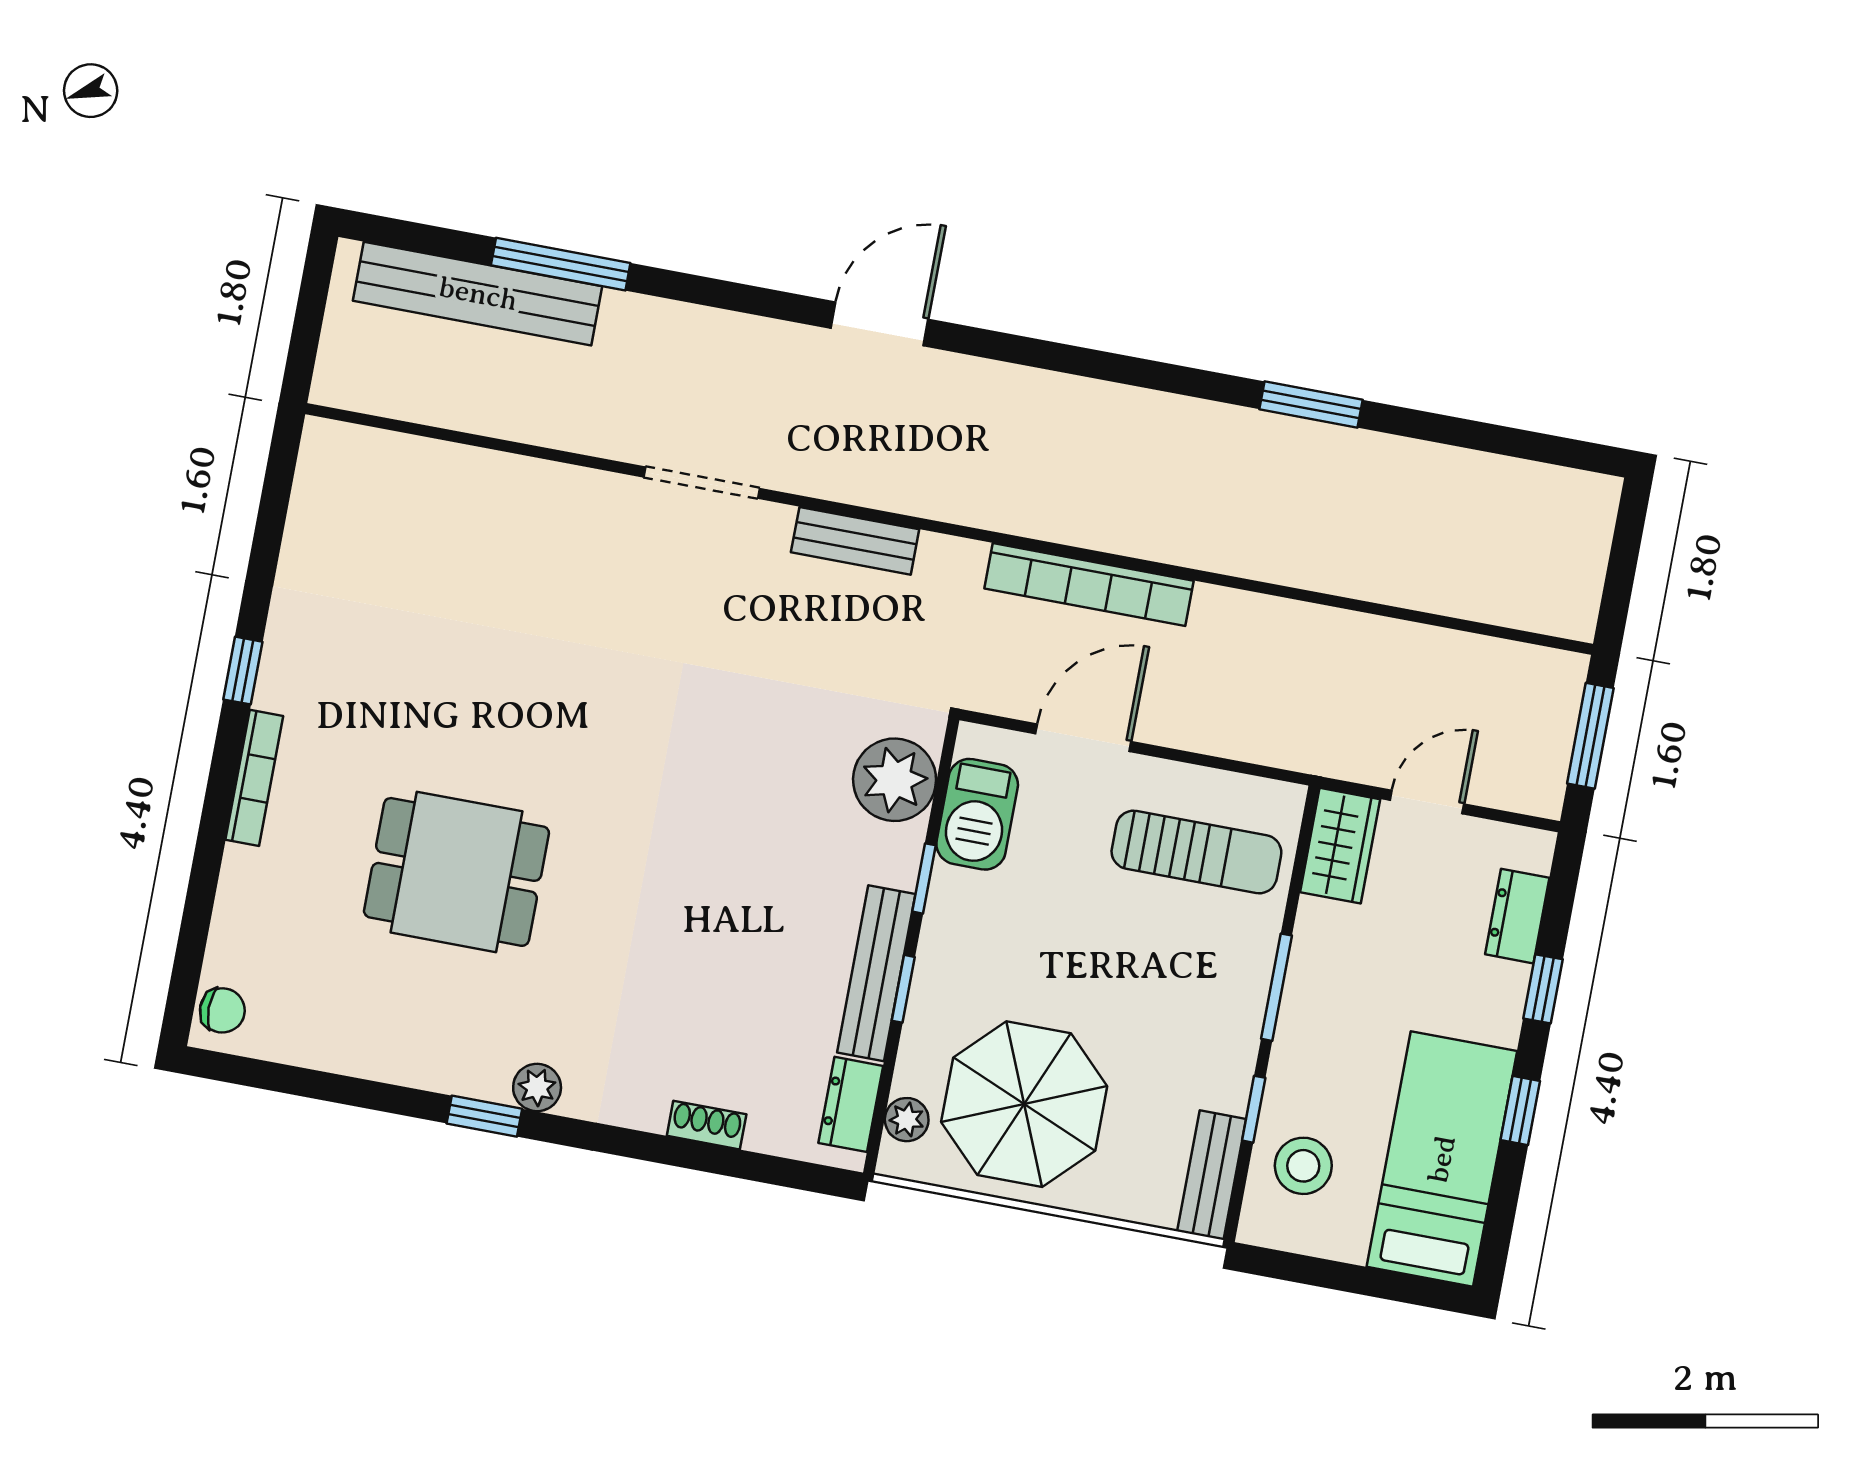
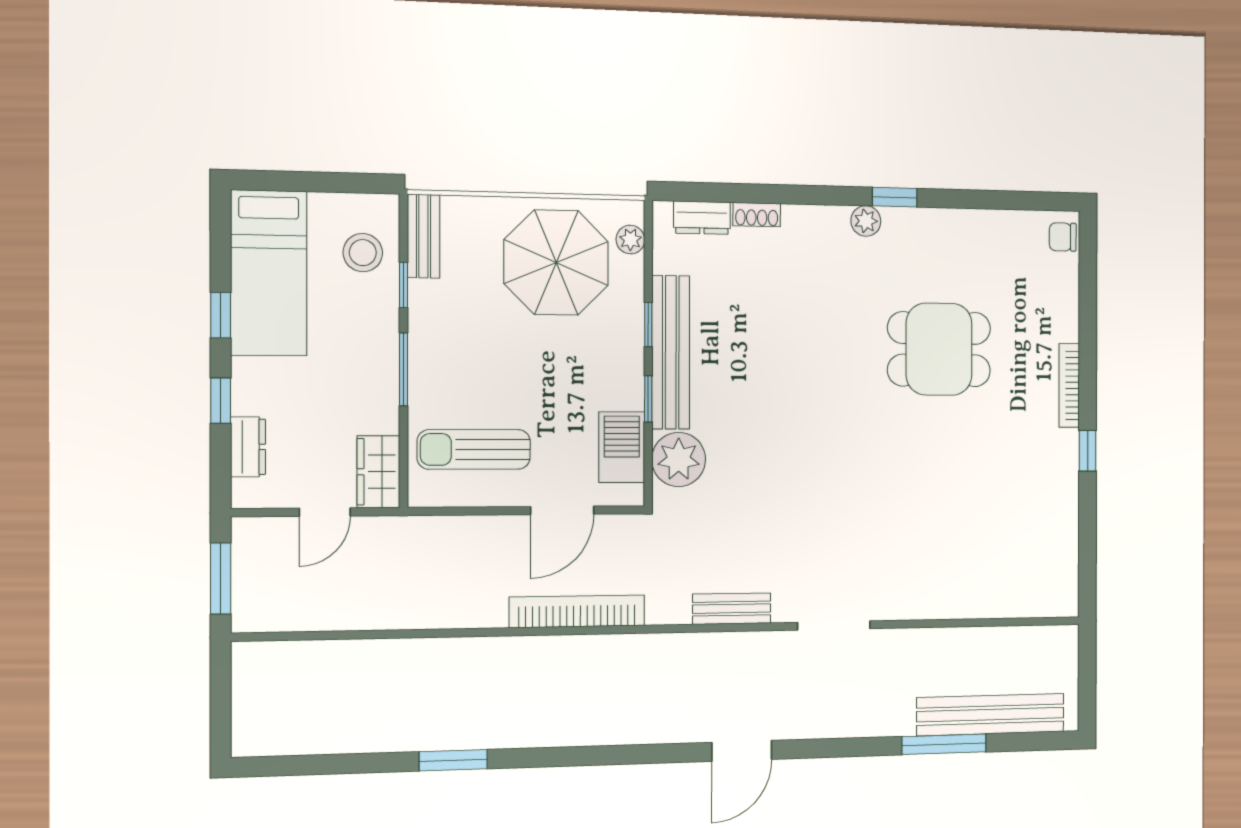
bench: (876, 973) -> (671, 352), width x1.37, depth x1.21
dresser: (851, 1104) -> (702, 218), moved, turned 90

